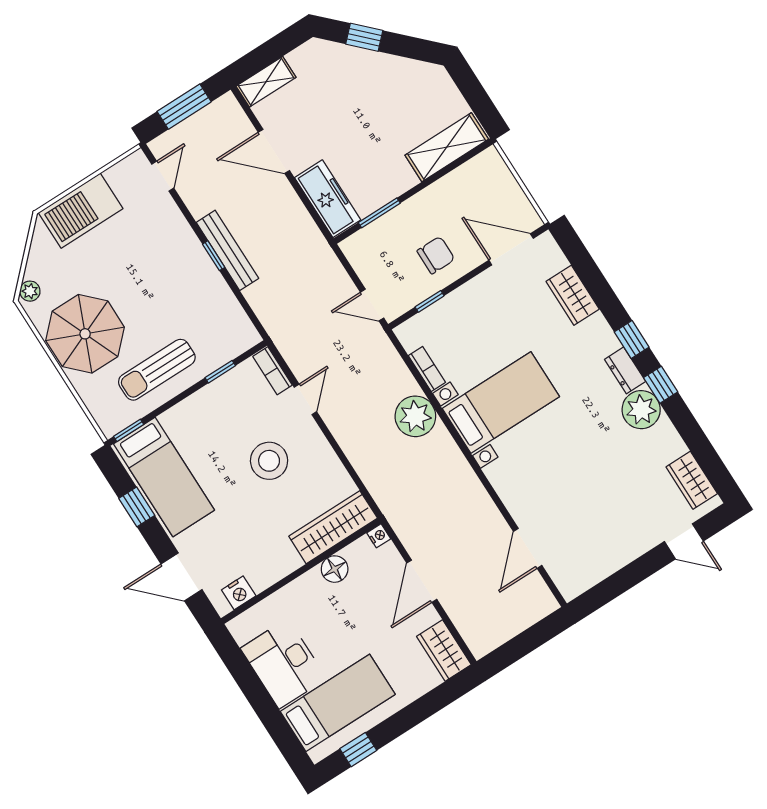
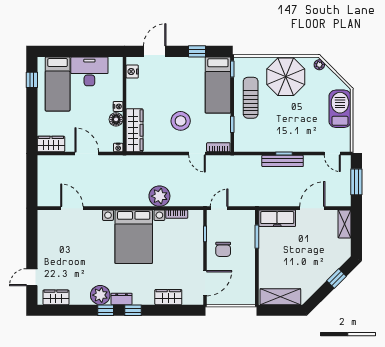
shelving: (447, 147) -> (280, 297), moved, turned 90
bed with nightstands: (501, 402) -> (134, 237), width x1.36
bed: (164, 477) -> (218, 85), moved, turned -90
nightstand: (311, 579) -> (118, 106), added

